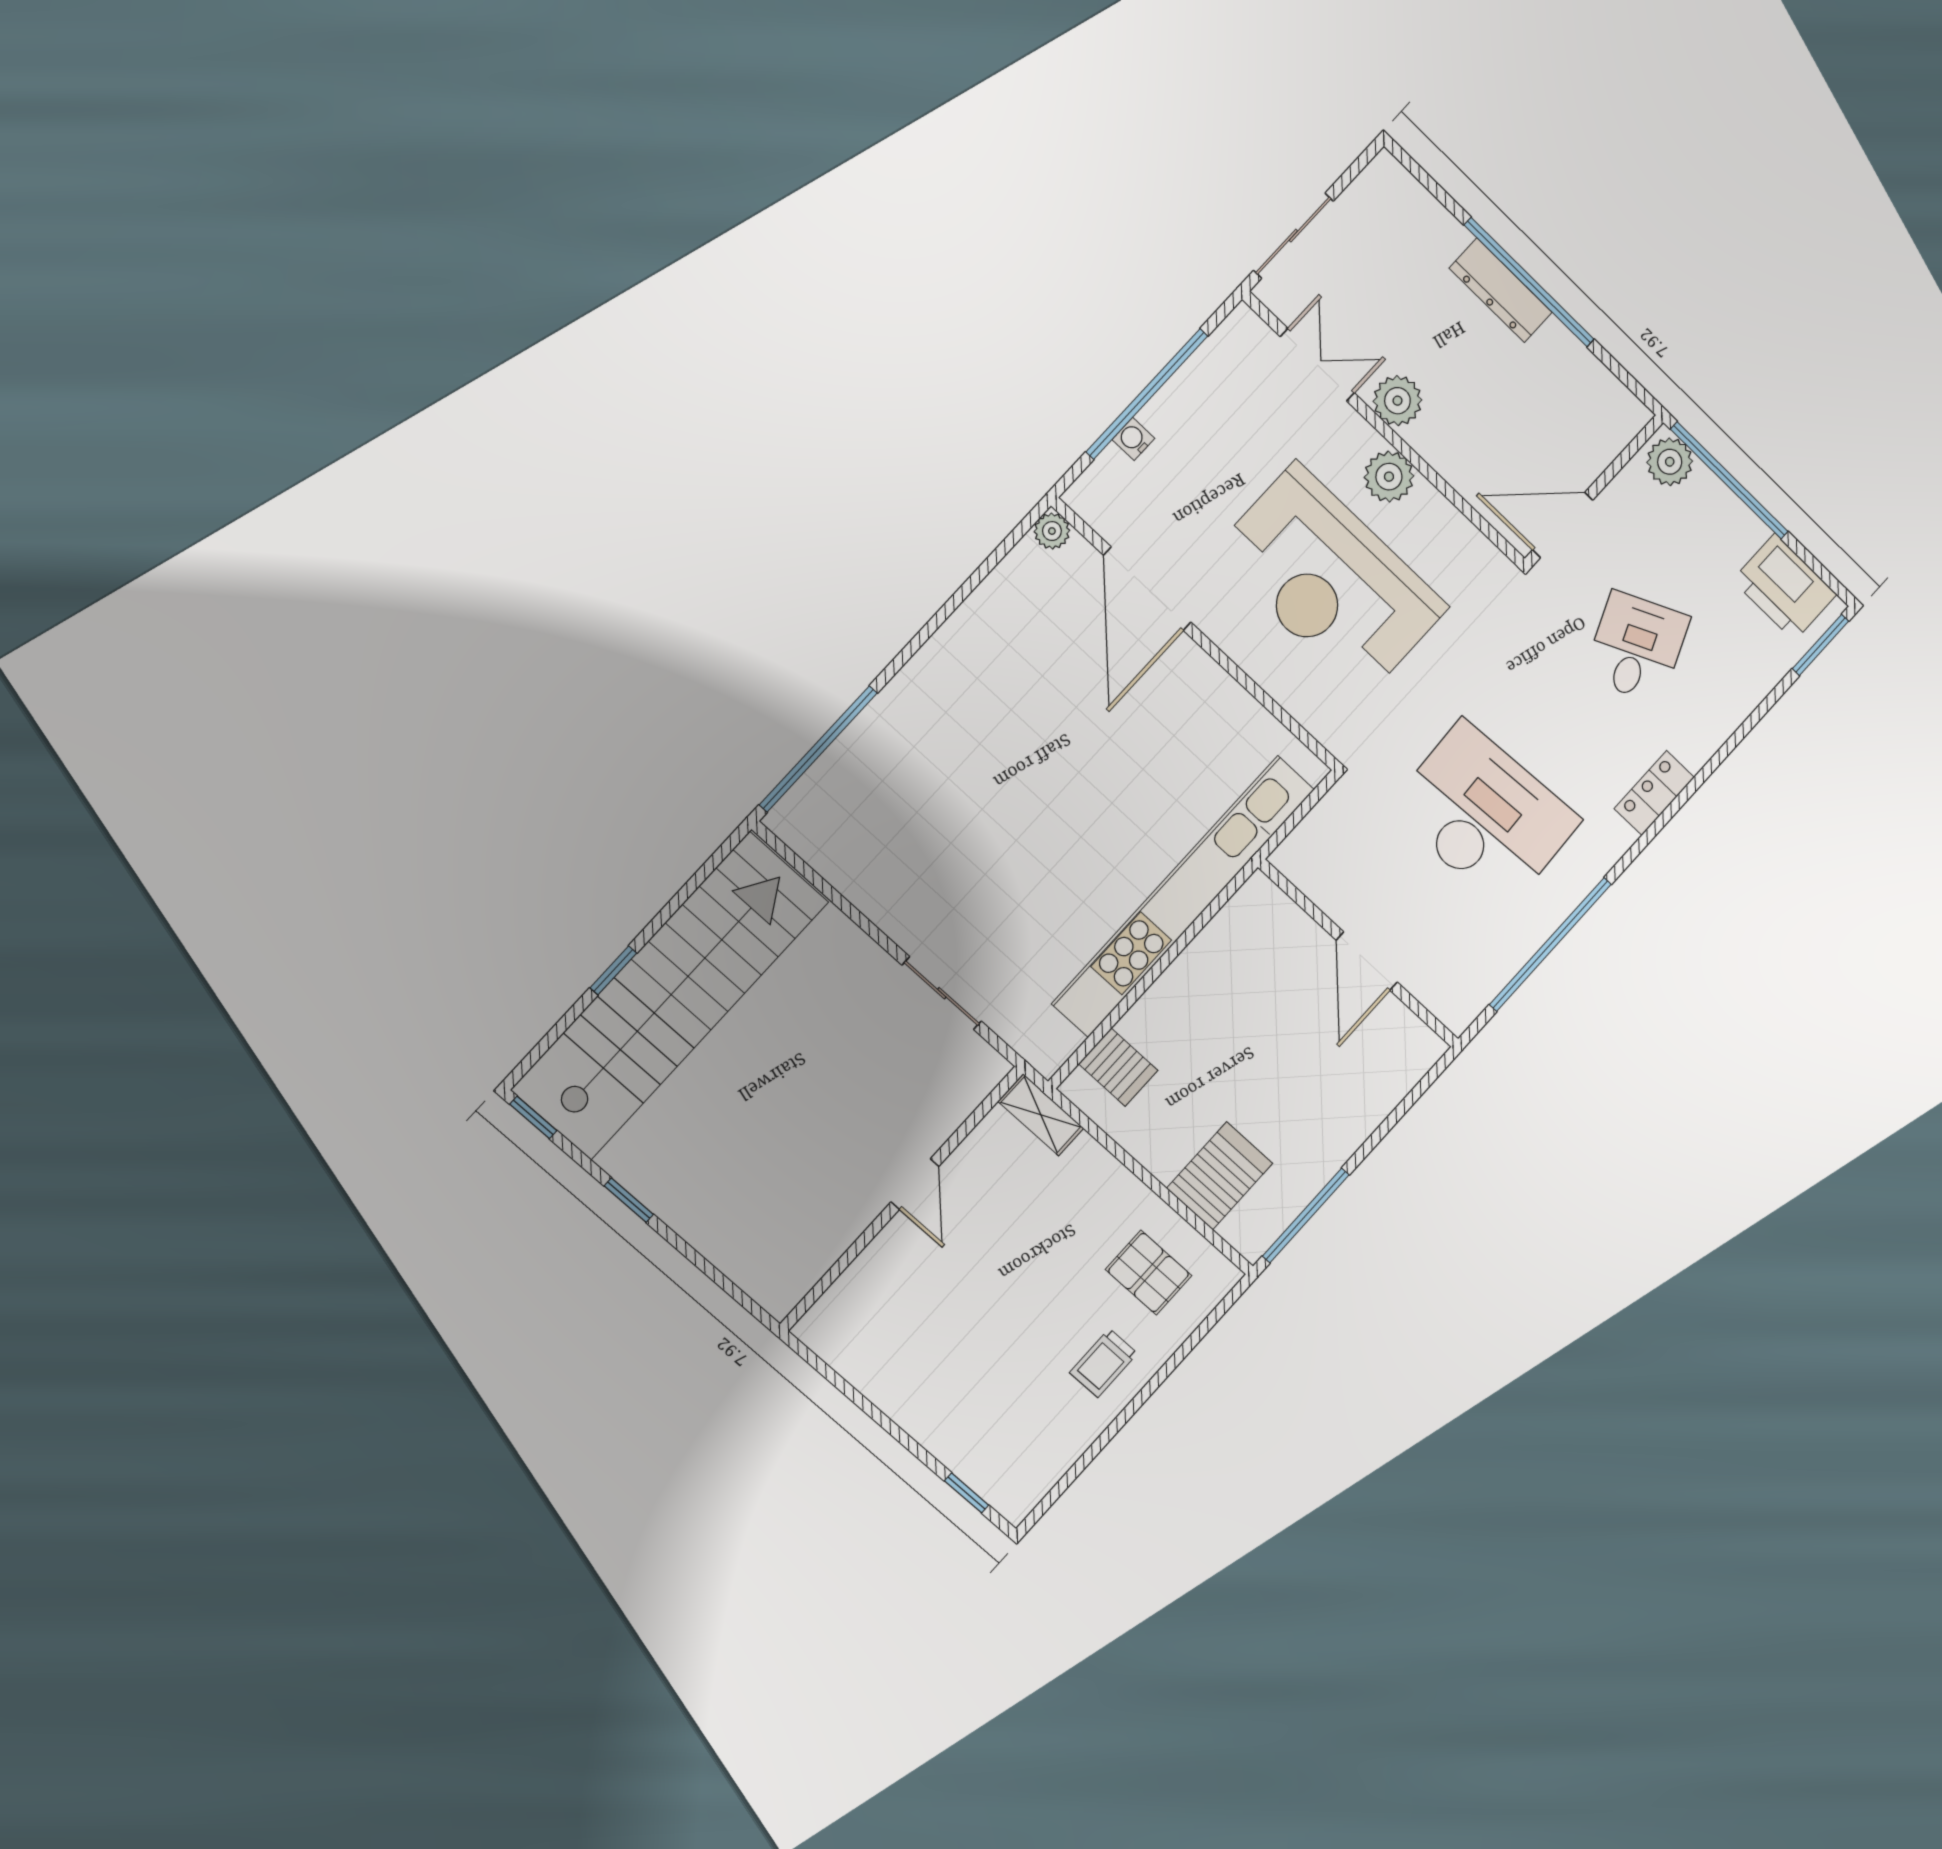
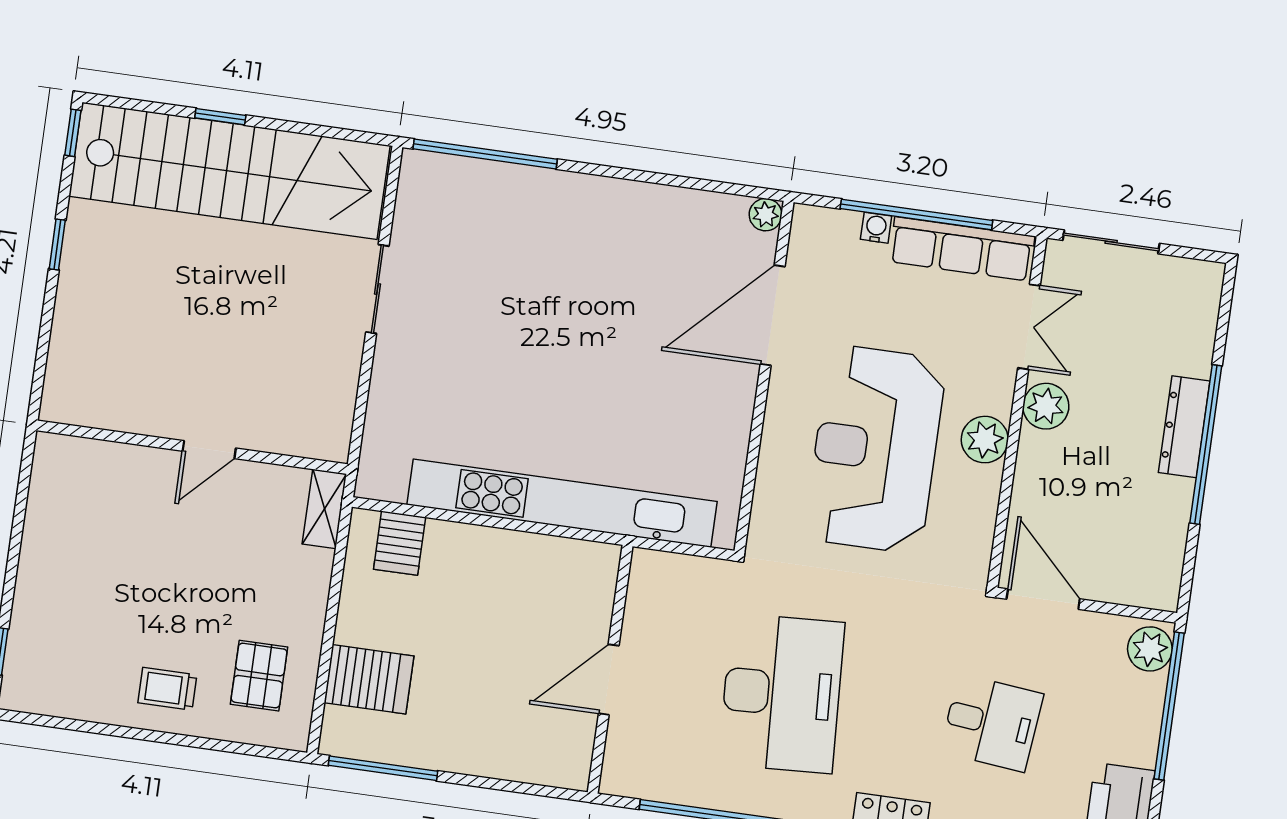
row of seats: (1206, 375) -> (962, 249), added
desk: (1637, 647) -> (992, 723), turned 30
sliding door: (942, 993) -> (377, 289), moved

